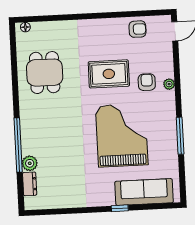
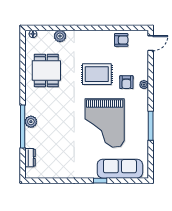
plant: (60, 28) -> (60, 36), added
armchair: (147, 82) -> (126, 82), turned 180
grand piano: (122, 135) -> (105, 123), turned 180
plant: (30, 163) -> (31, 122), moved

